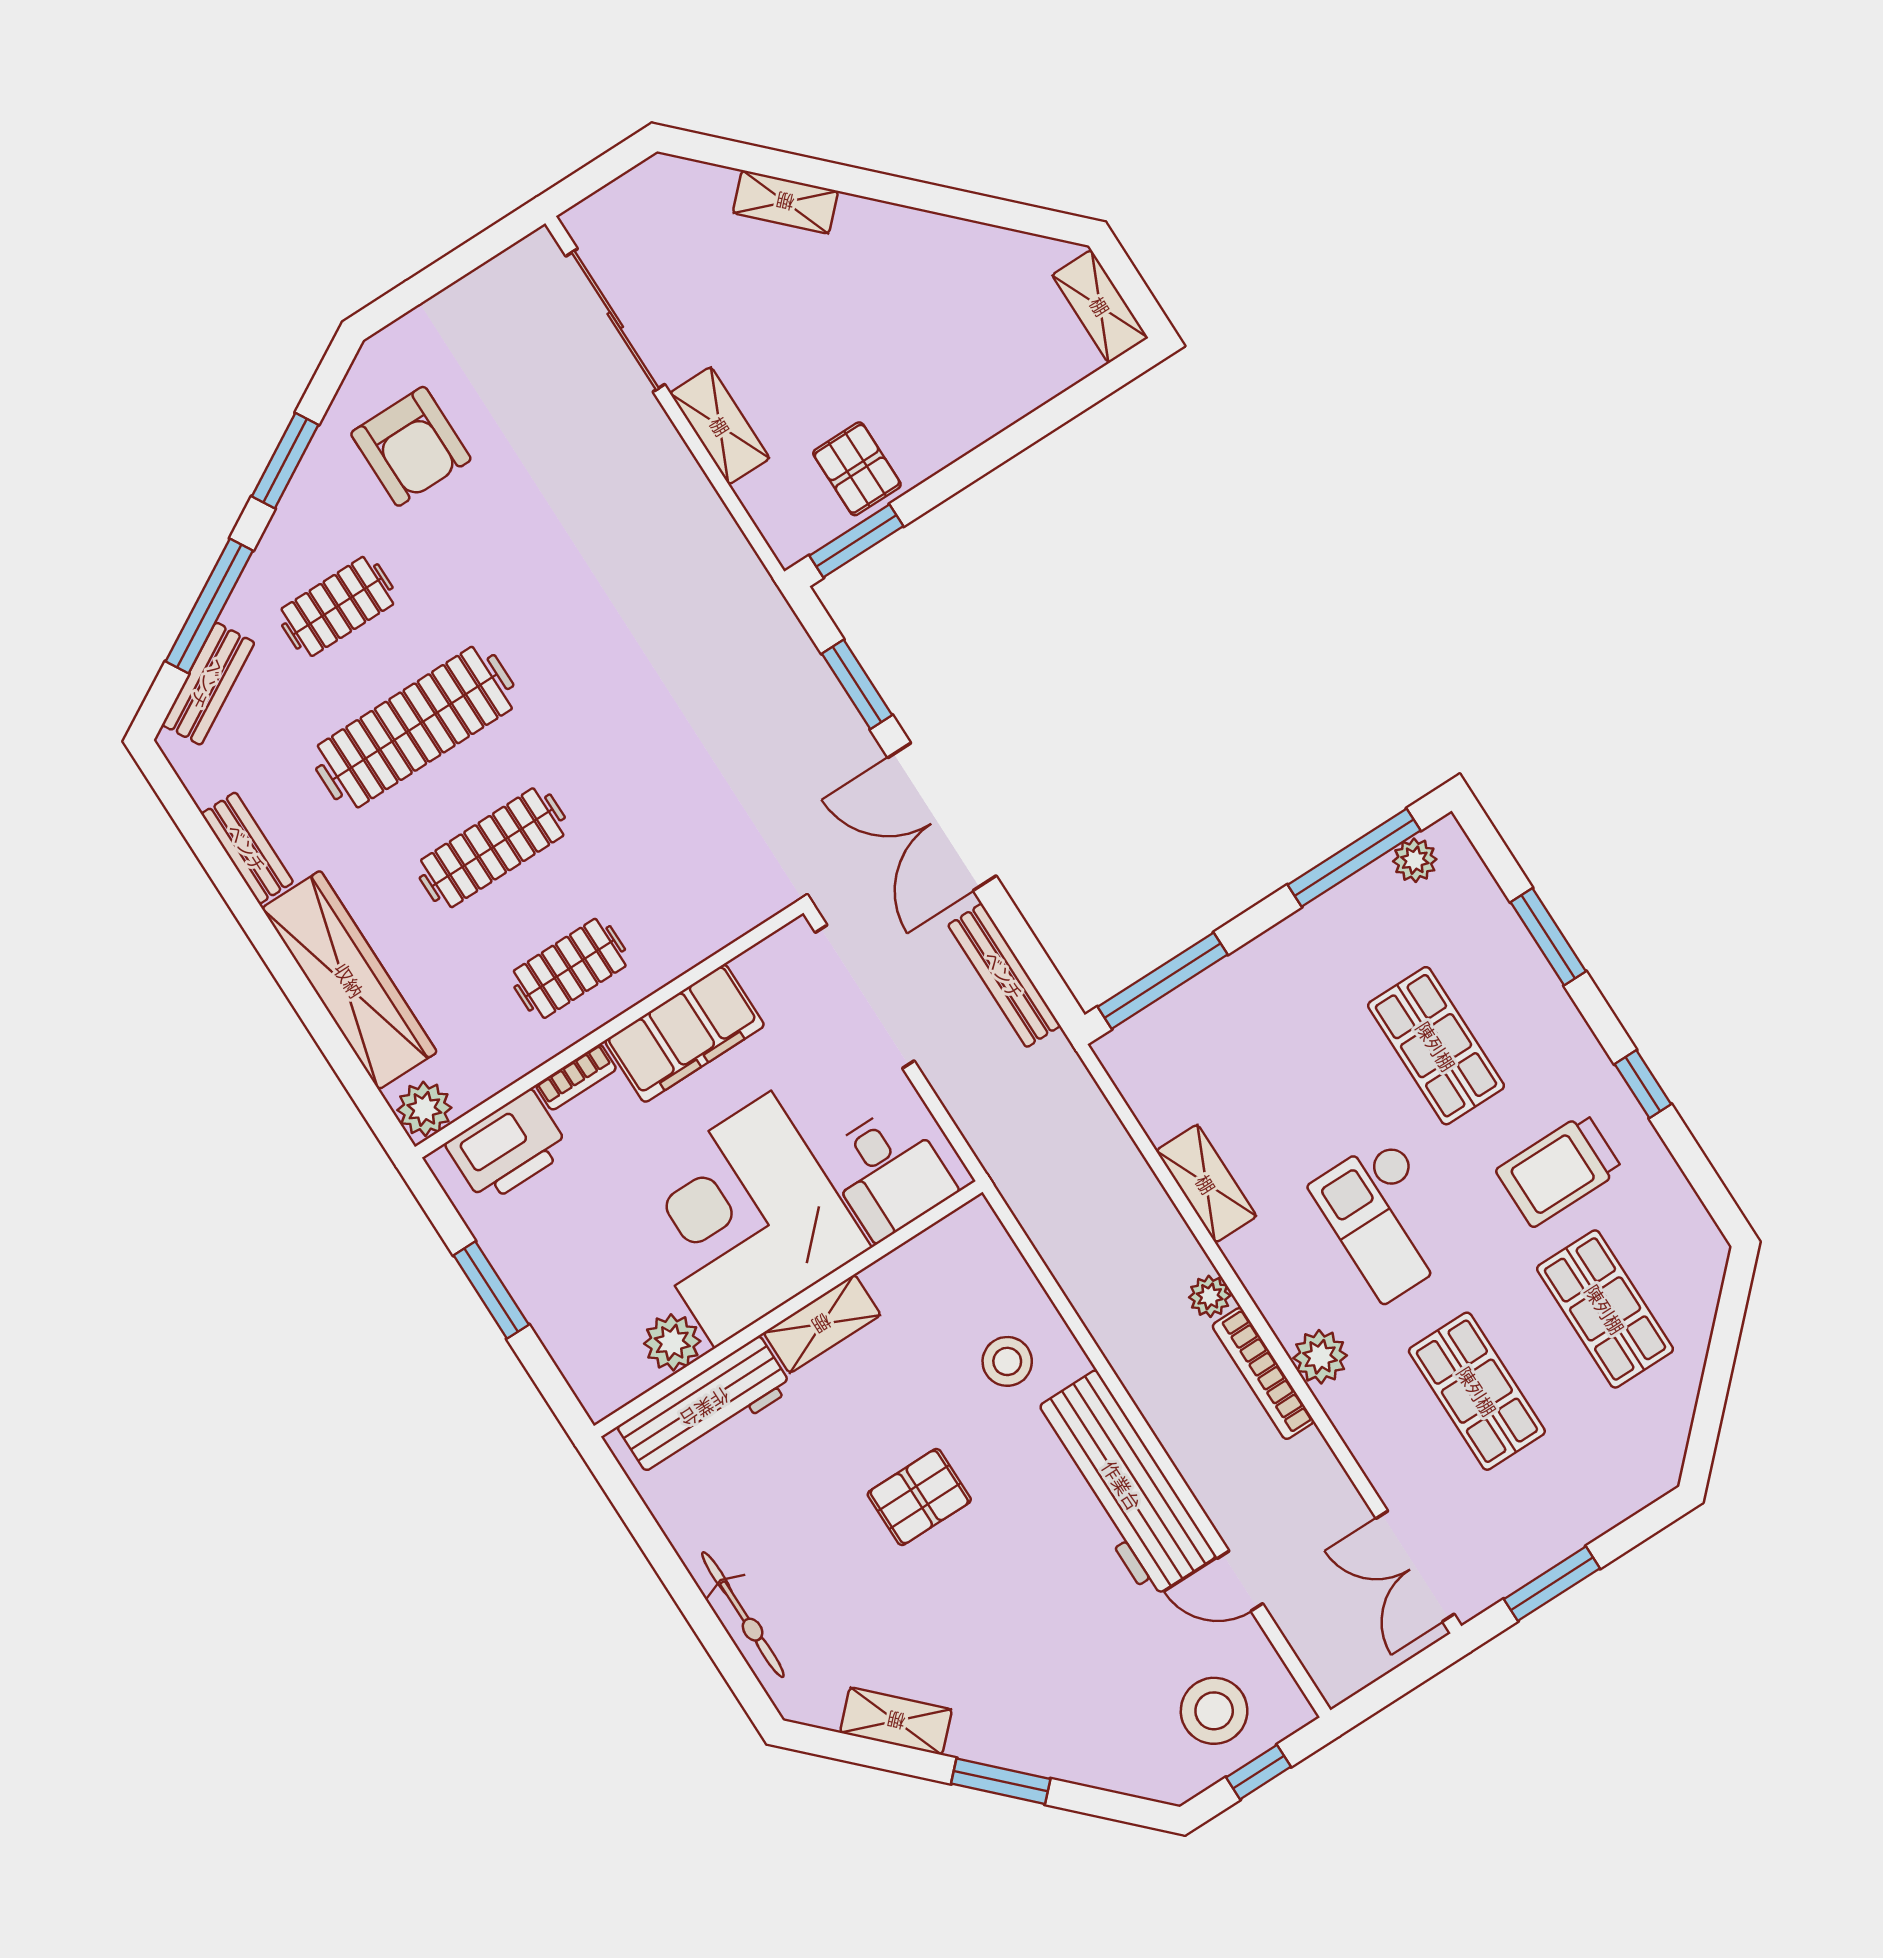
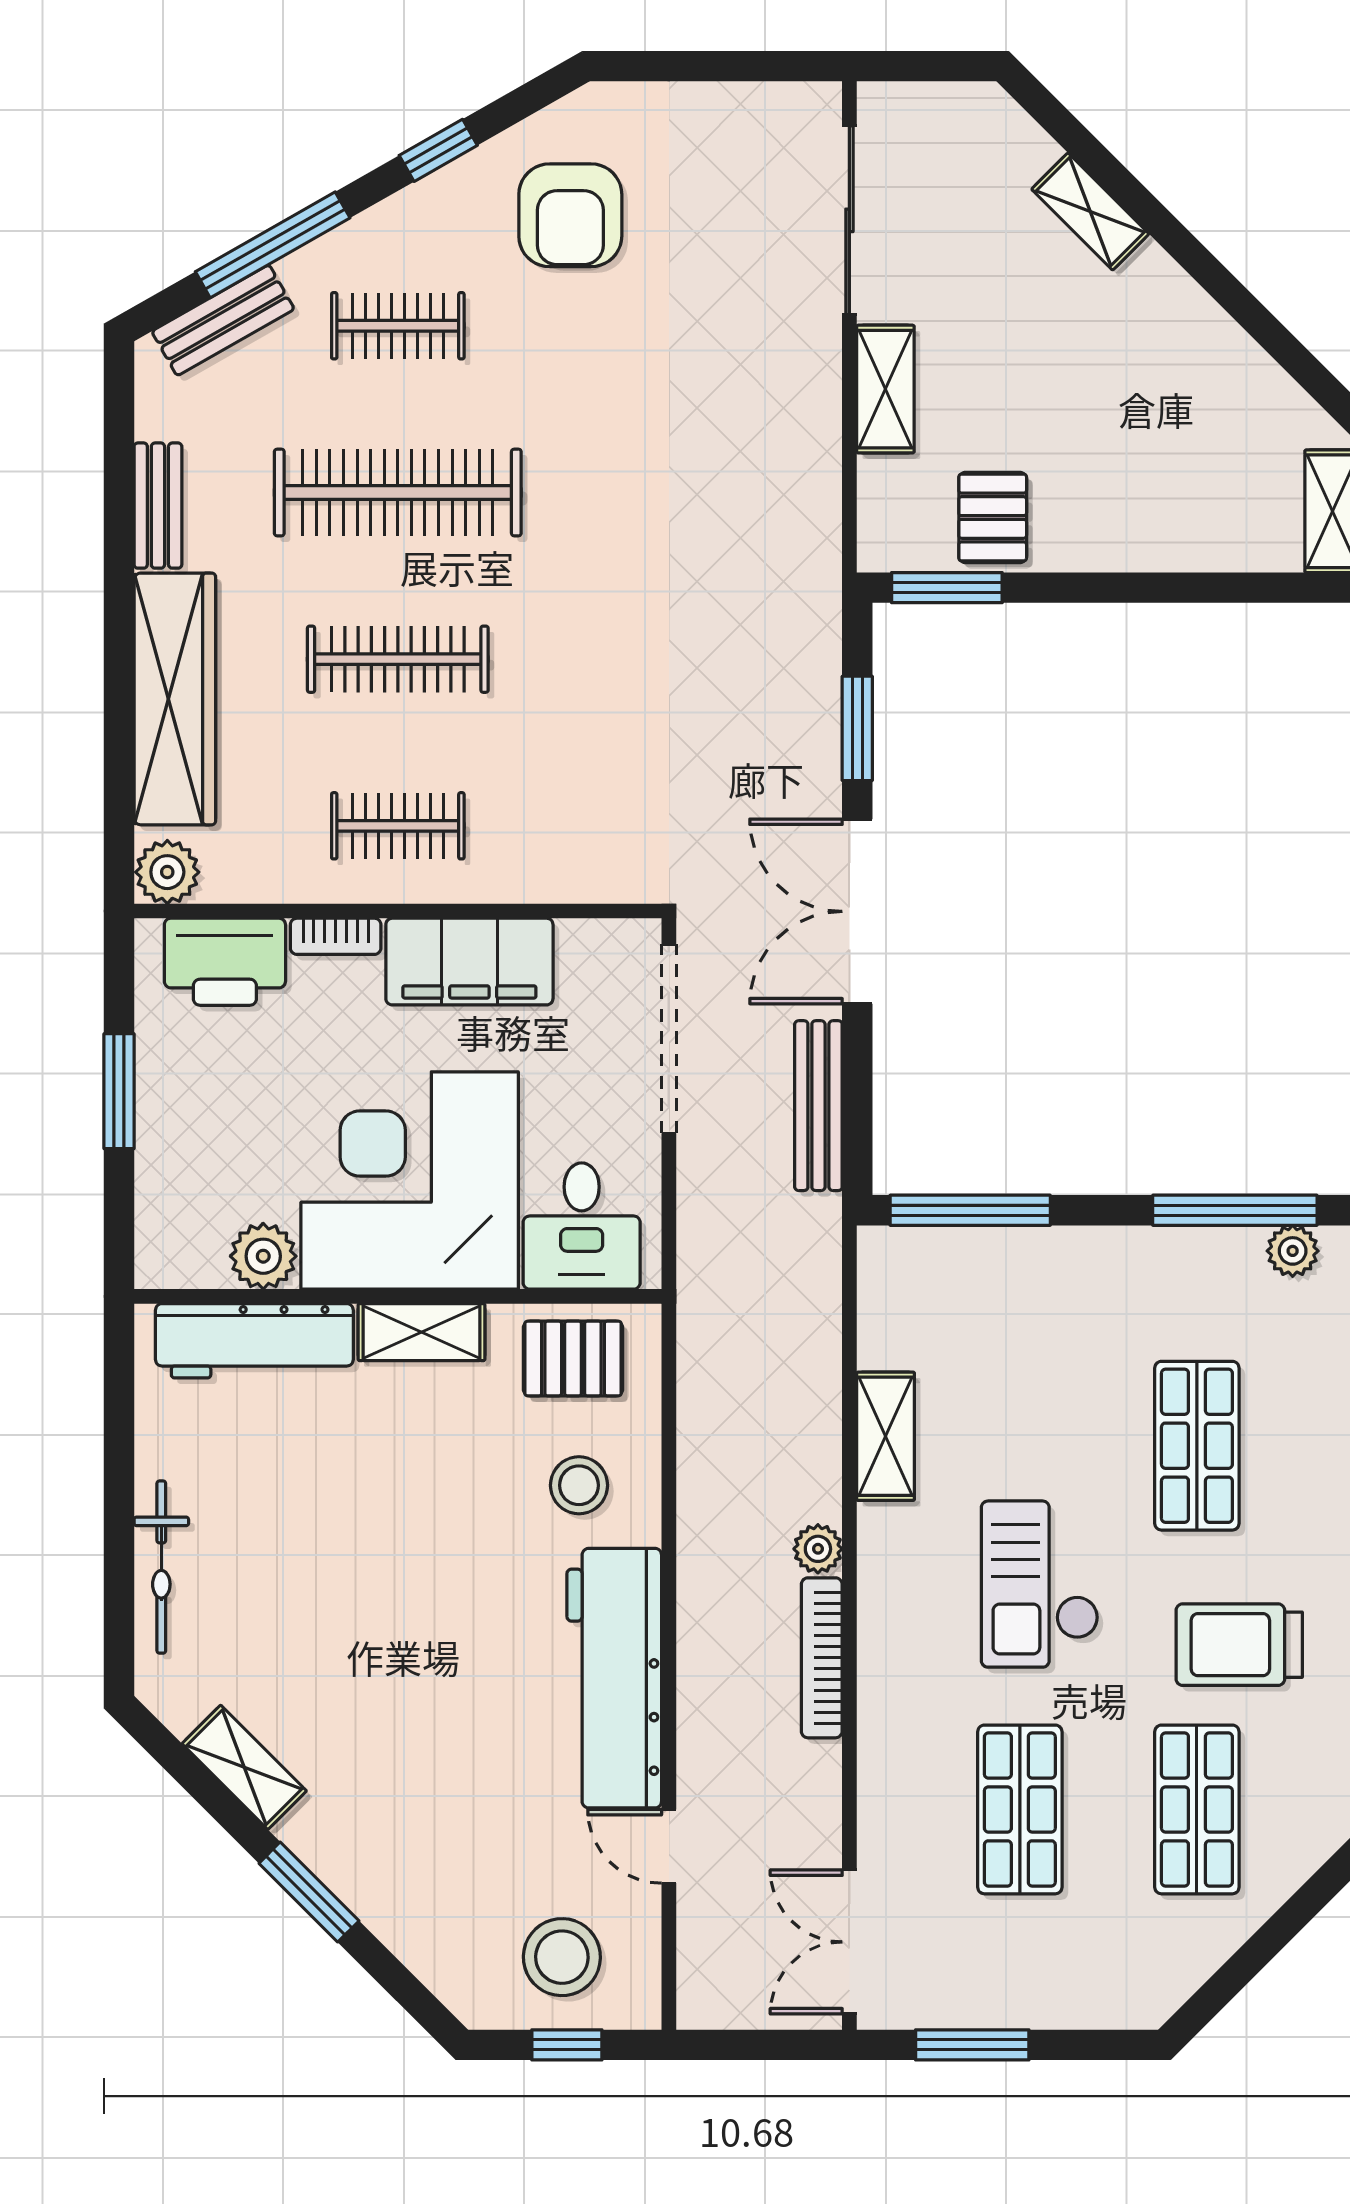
window: (285, 461) -> (438, 150), width x0.67
plant: (1320, 1357) -> (888, 1677), removed
pallet: (919, 1497) -> (573, 1359), moved

